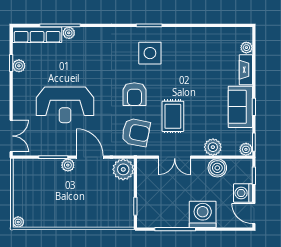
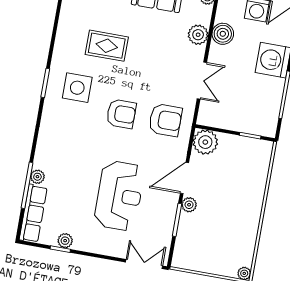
rug: (173, 116) -> (107, 46), moved
armchair: (136, 132) -> (165, 120), turned 79

